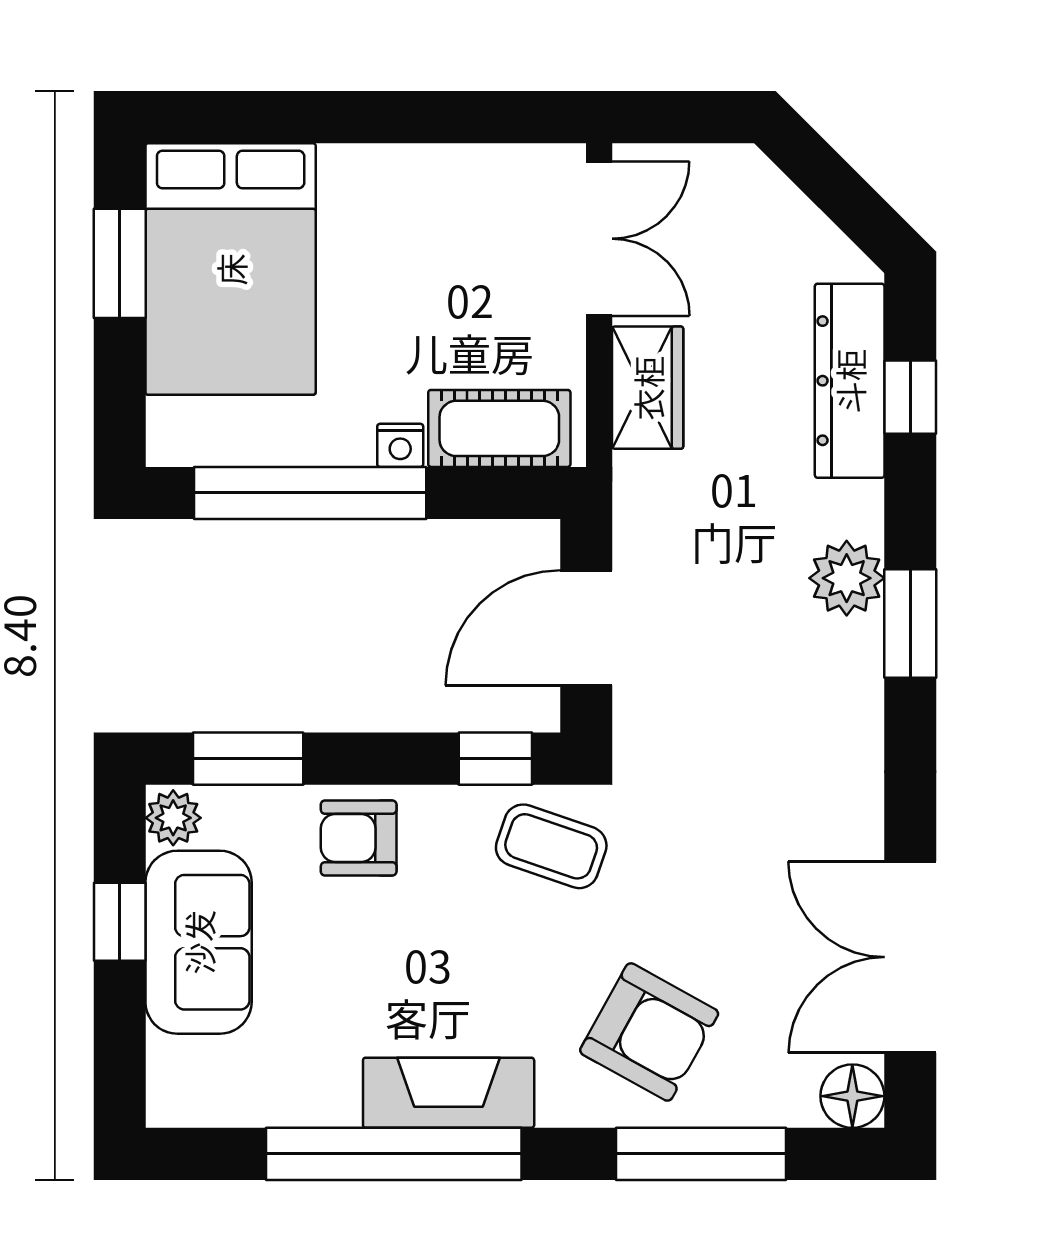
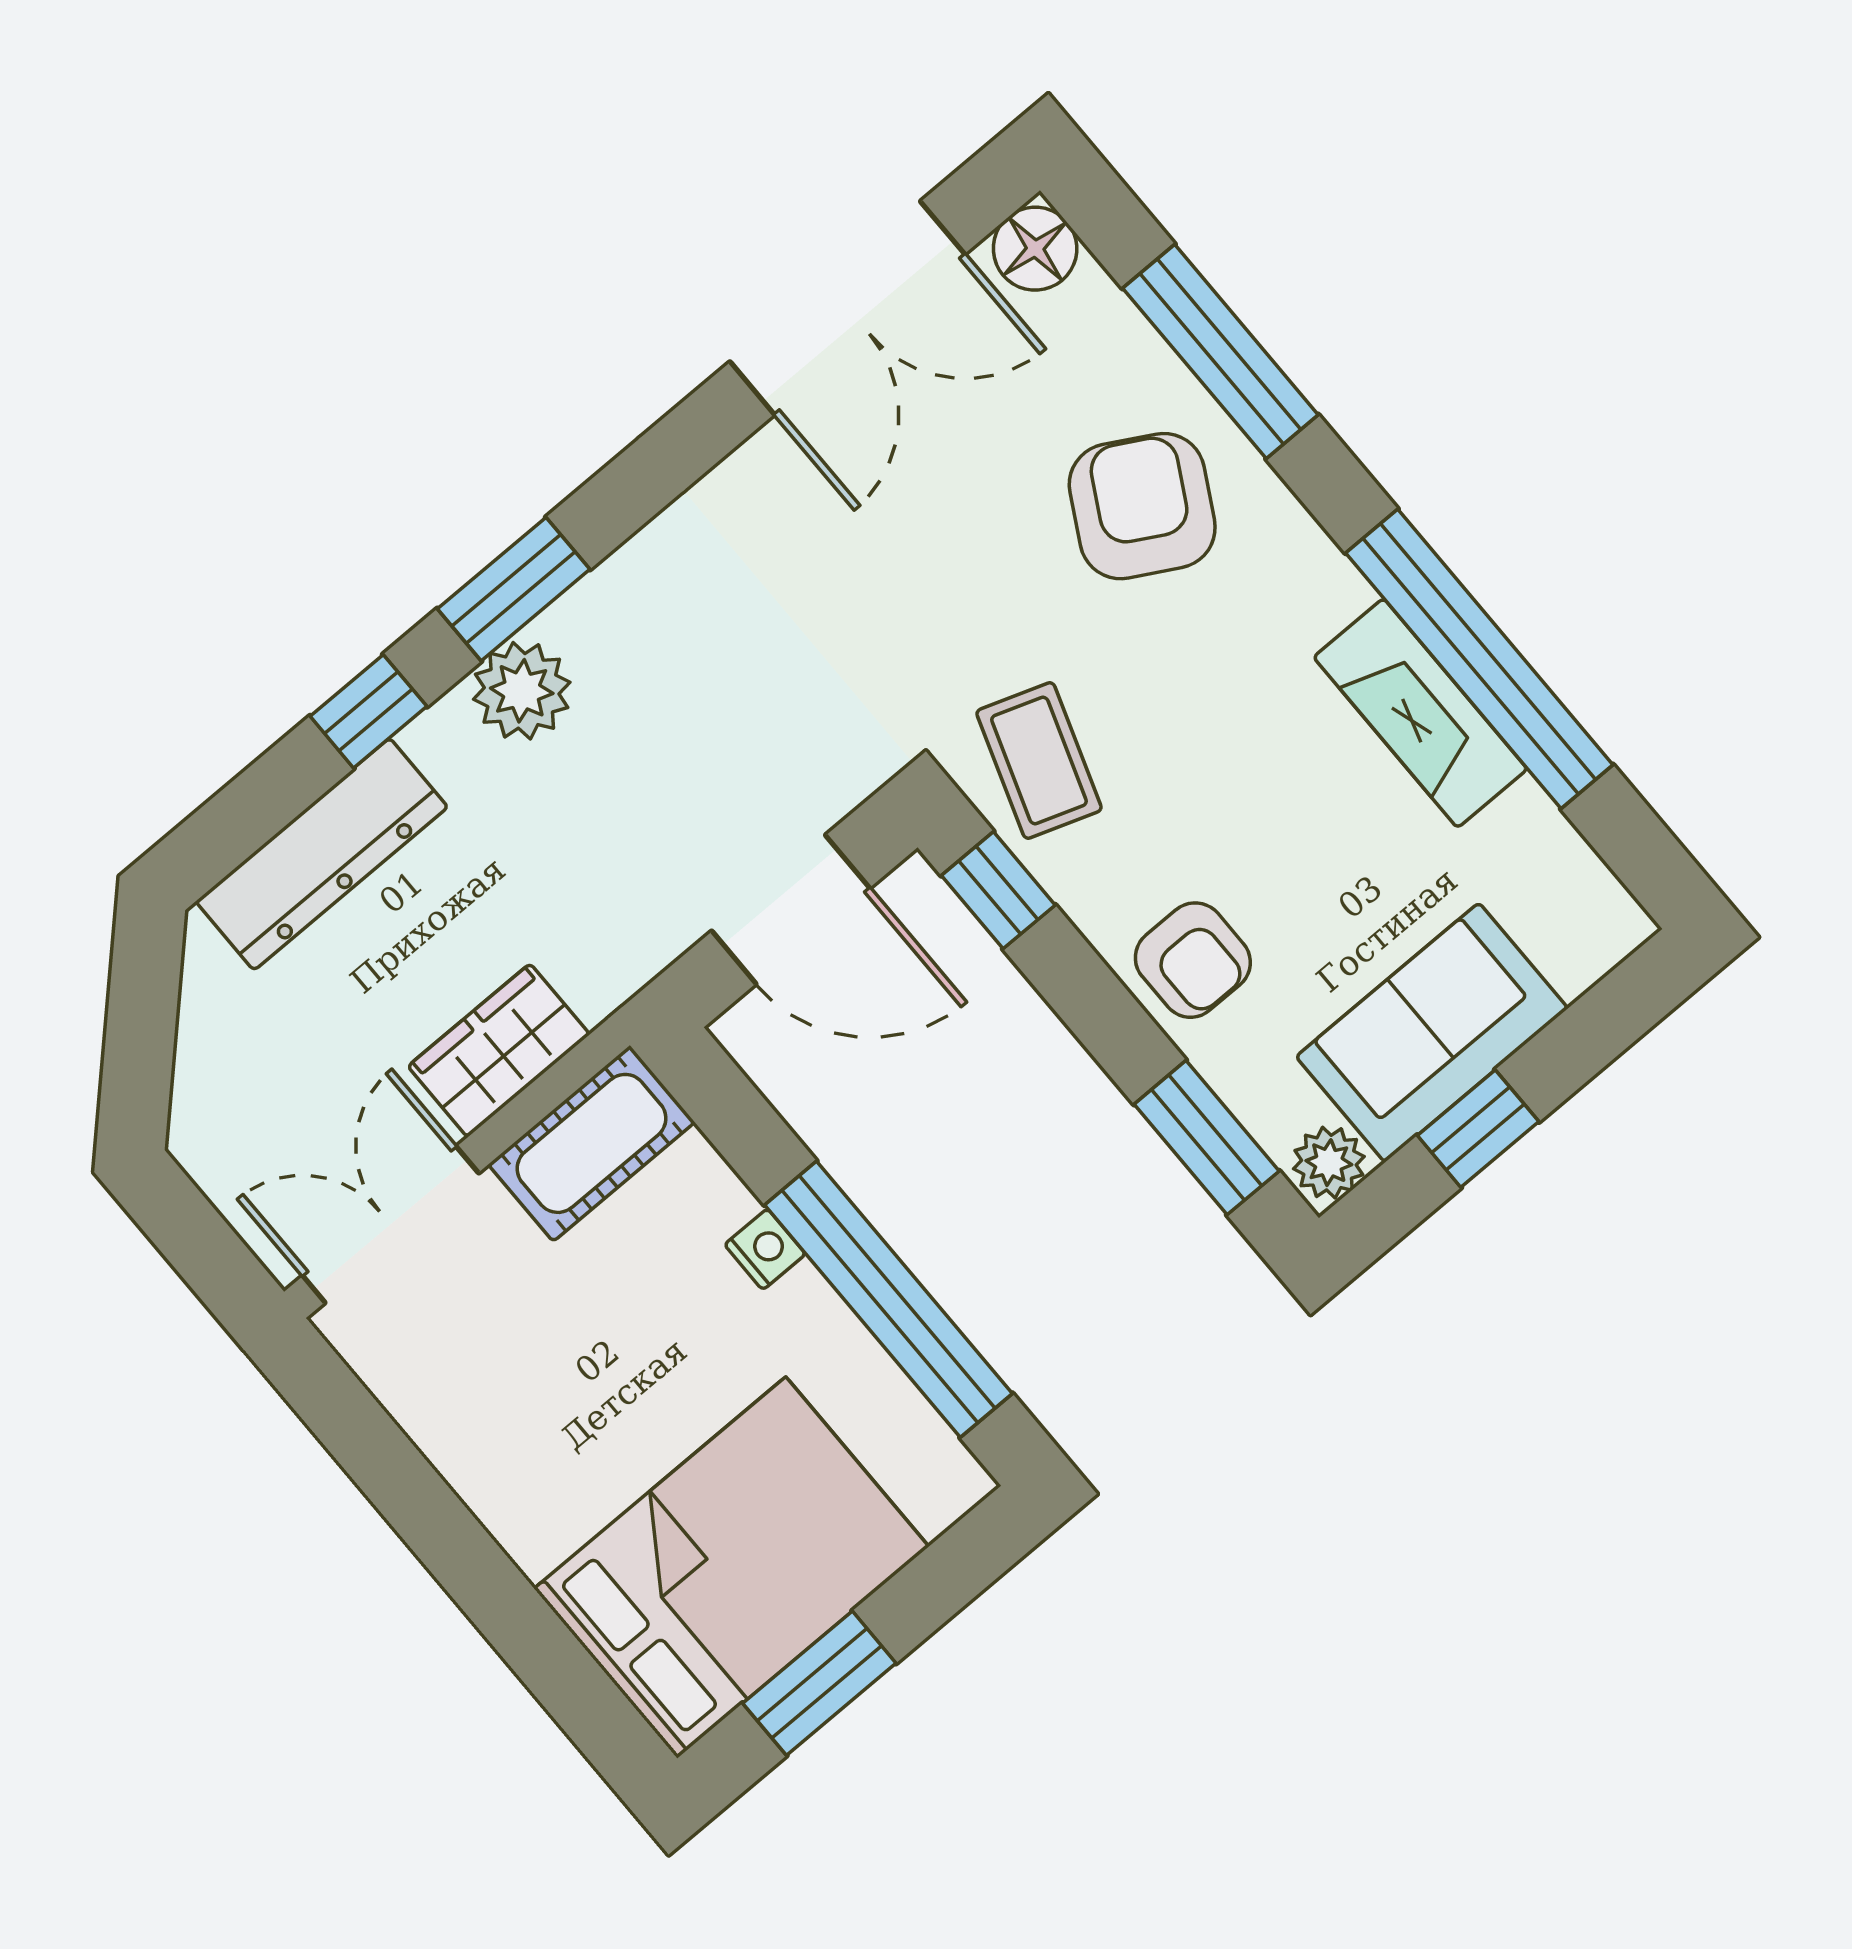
window: (910, 397) -> (368, 711), moved
cot: (499, 428) -> (591, 1143), moved, turned 90
fireplace: (449, 1093) -> (1420, 713), moved

